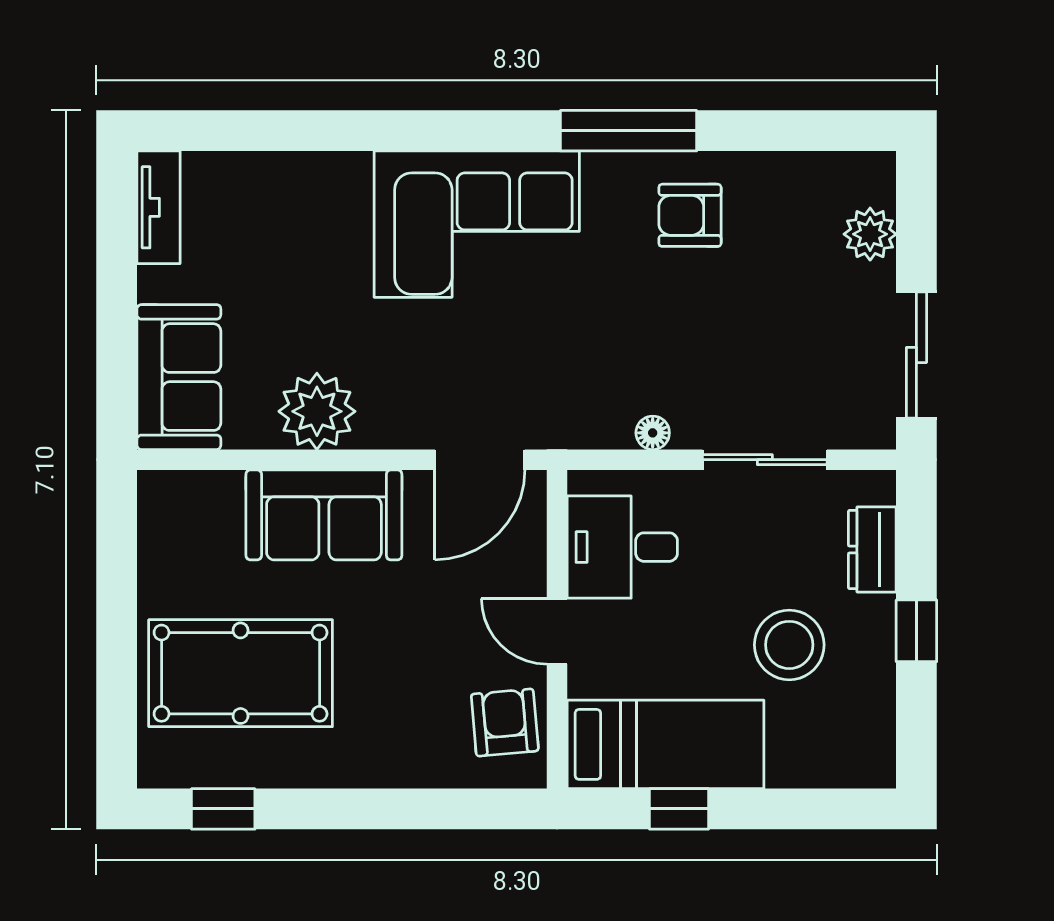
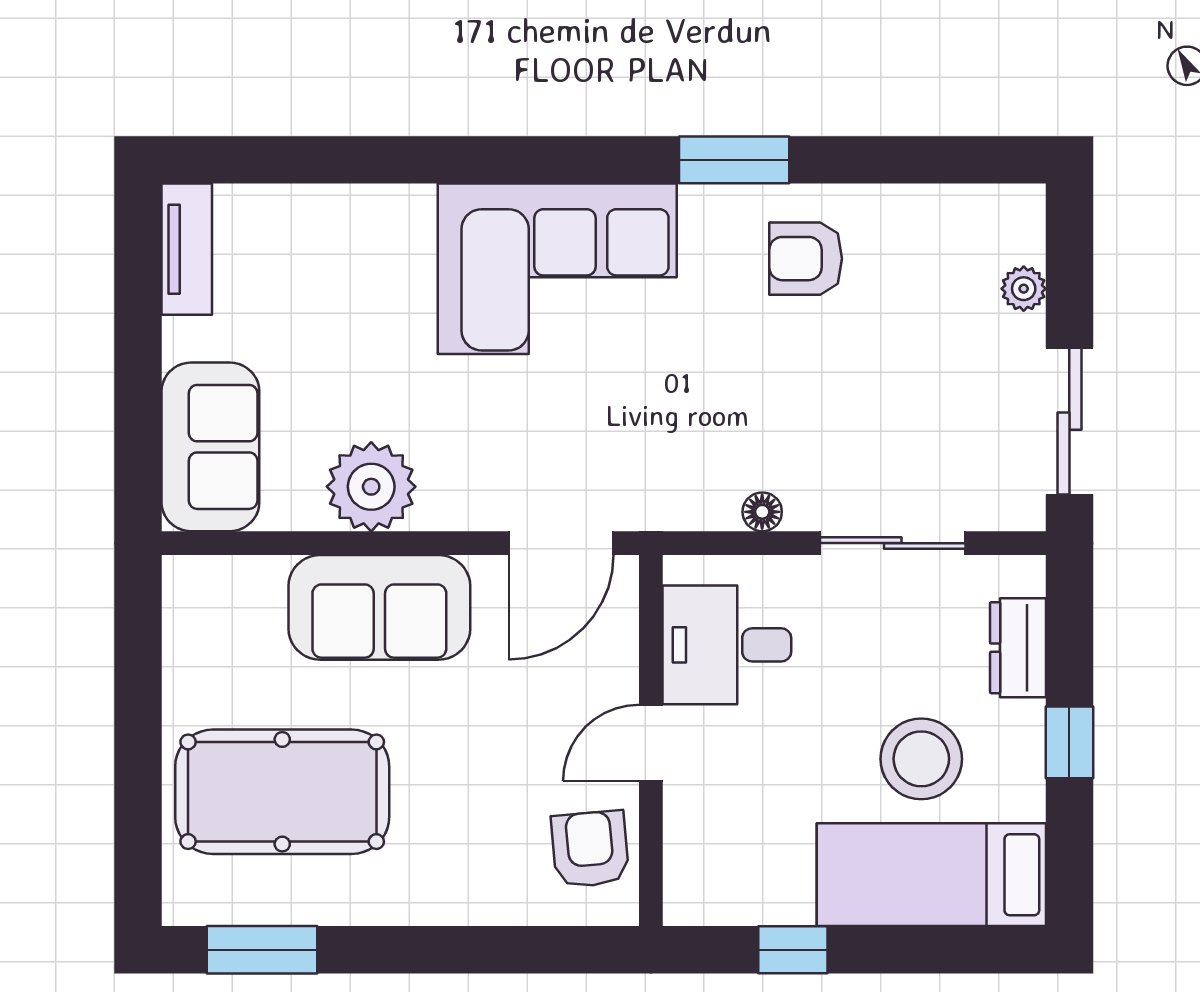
window: (629, 131) -> (734, 160), width x0.69
plant: (870, 234) -> (1024, 289), width x0.73, depth x0.73
door: (557, 631) -> (651, 743), hinge flipped
bed: (666, 744) -> (931, 875), moved, turned 180
window: (223, 809) -> (262, 950), width x1.50

